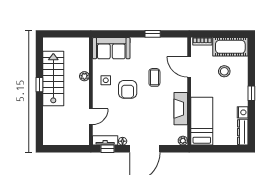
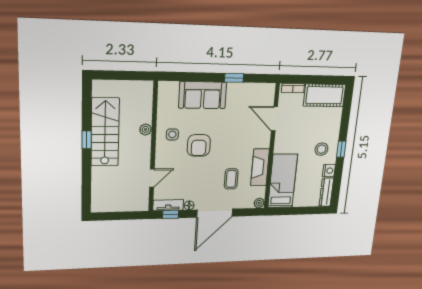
sofa: (111, 48) -> (203, 95), moved
stool: (224, 71) -> (321, 149), moved
coffee table: (154, 77) -> (231, 179), moved

